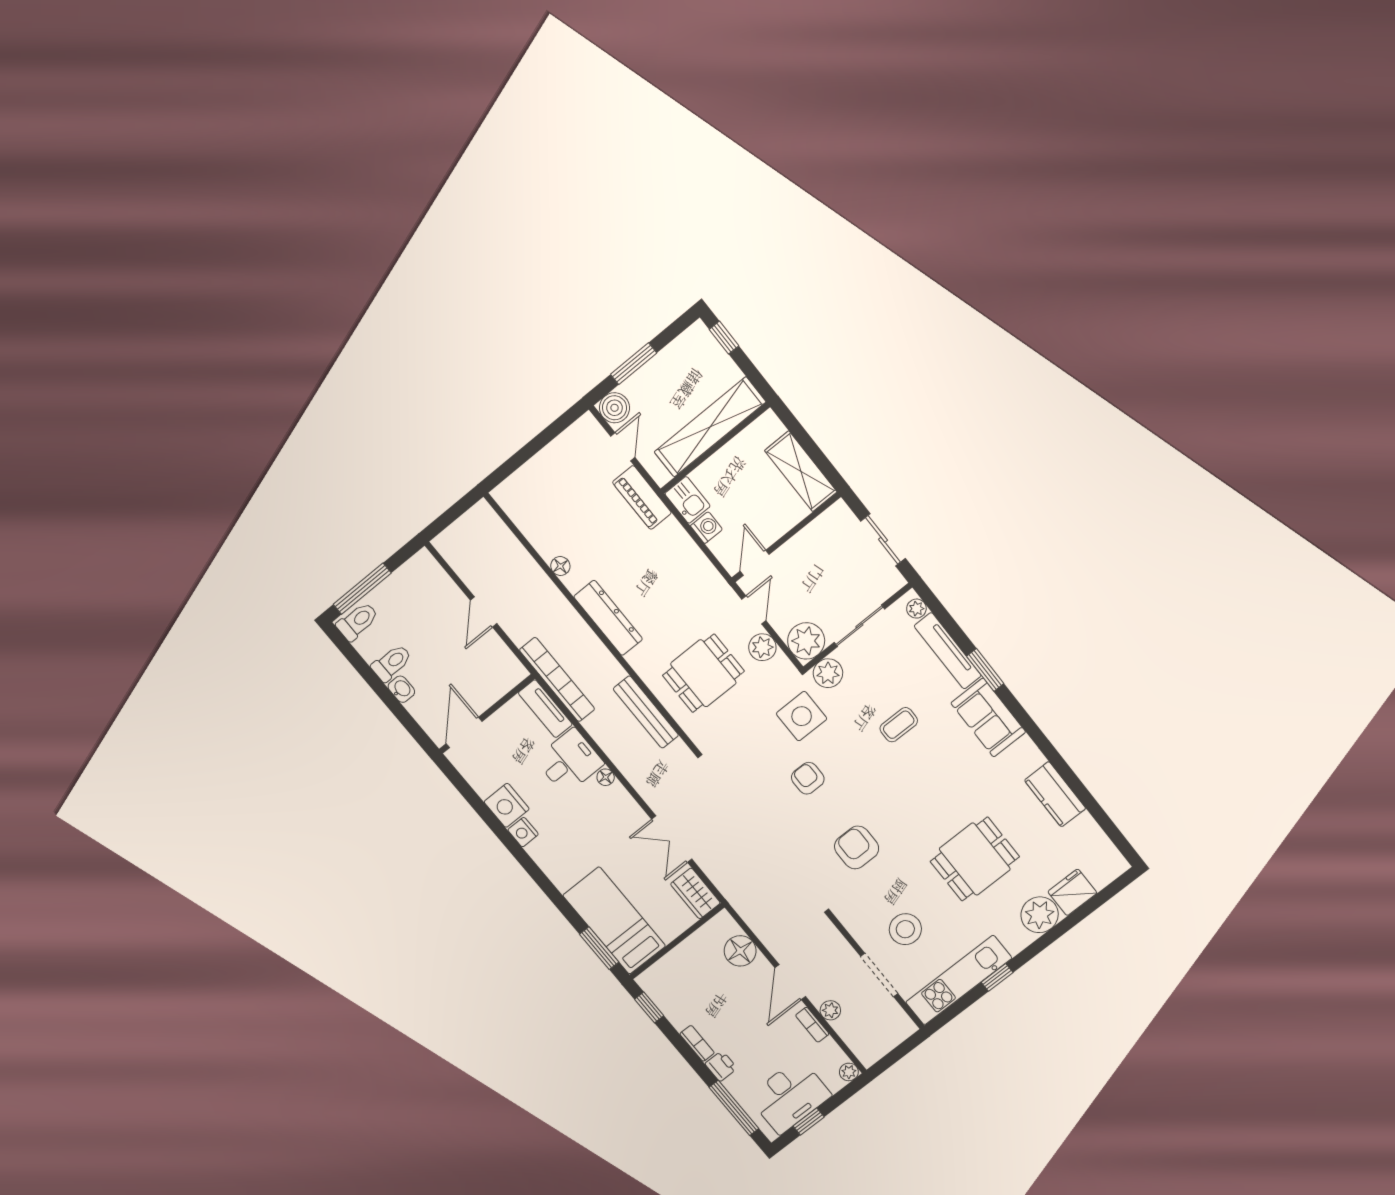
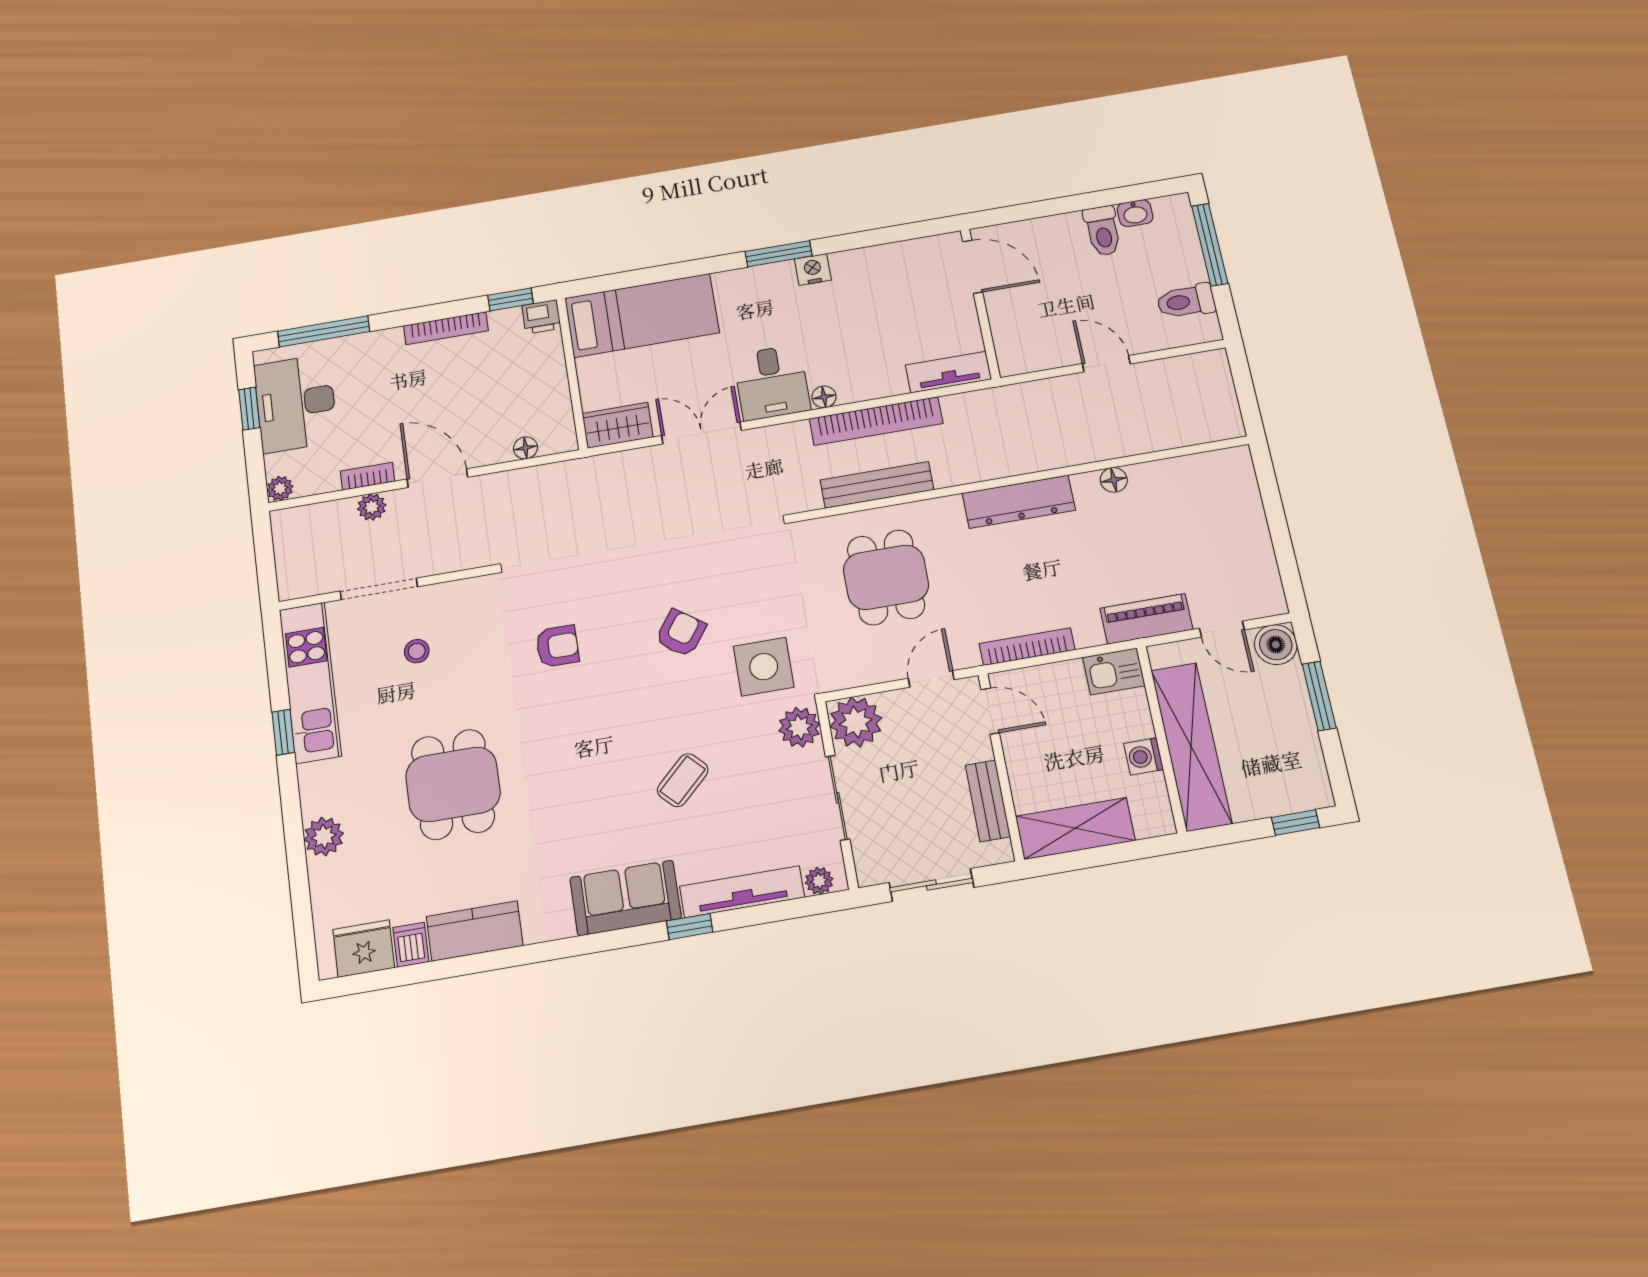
washing machine: (707, 528) -> (1144, 756), moved, turned 90
bench: (812, 534) -> (988, 801), added
bookcase: (701, 562) -> (1027, 647), added
door: (754, 610) -> (931, 679), swing flipped
toilet: (358, 621) -> (1186, 301), moved, turned 90
plant: (762, 647) -> (878, 665), removed
window: (985, 670) -> (690, 927), width x0.67
bookcase: (557, 680) -> (876, 421), moved
washbasin: (401, 689) -> (1135, 213), moved
coffee table: (899, 725) -> (683, 780), turned 46
desk: (569, 761) -> (772, 382), moved
armchair: (808, 778) -> (681, 633), turned -54
nightstand: (507, 805) -> (856, 268), removed
dishwasher: (1083, 826) -> (411, 945), added
armchair: (857, 847) -> (557, 646), width x0.72, depth x0.72
fridge: (1072, 892) -> (364, 949), moved, turned -90
plant: (1040, 915) -> (324, 837), width x0.73, depth x0.73
stool: (905, 929) -> (417, 651), width x0.53, depth x0.53
window: (599, 948) -> (779, 254), moved
floor lamp: (740, 951) -> (525, 448), width x0.53, depth x0.53
bookcase: (697, 1043) -> (446, 328), width x1.56
printer: (721, 1066) -> (541, 317), moved

